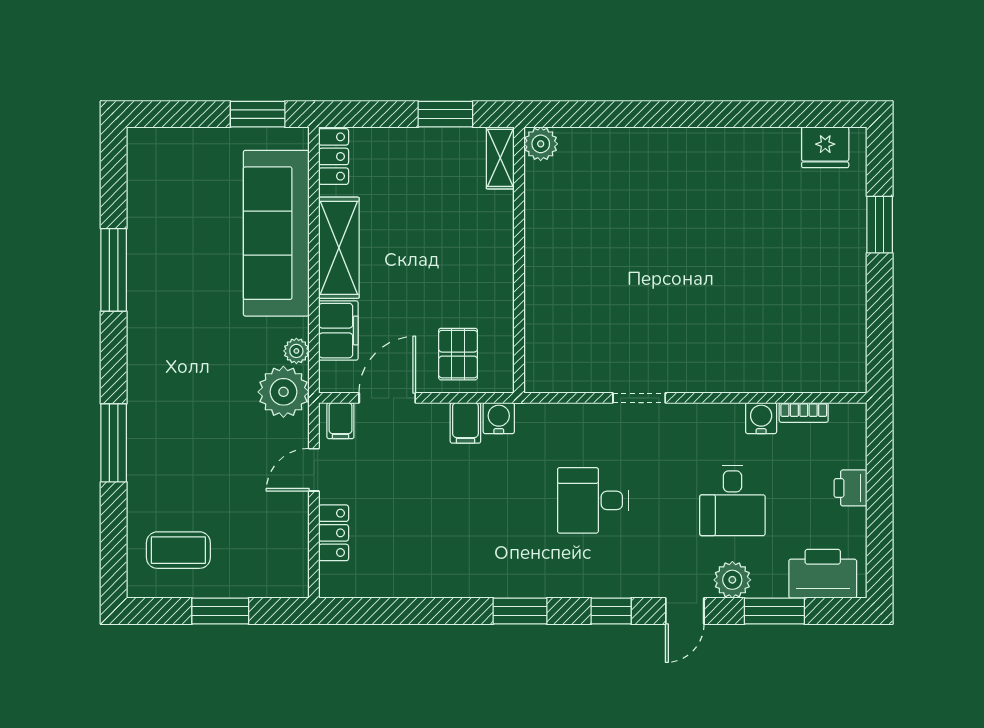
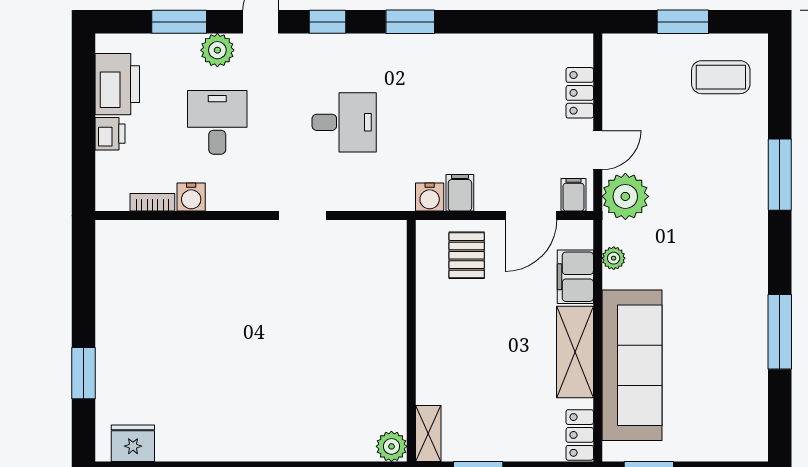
plant: (283, 392) -> (625, 196), moved
printer: (823, 574) -> (117, 84), moved, turned -90

